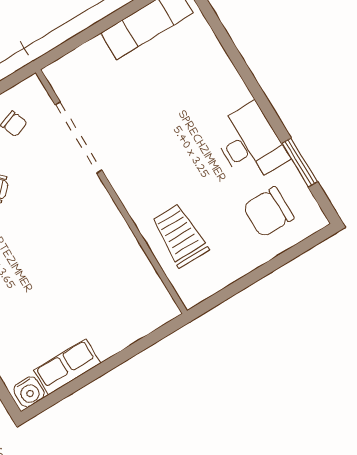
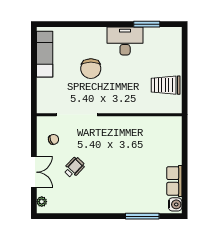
chair: (268, 212) -> (91, 69), moved
trolley: (180, 236) -> (166, 85), moved

